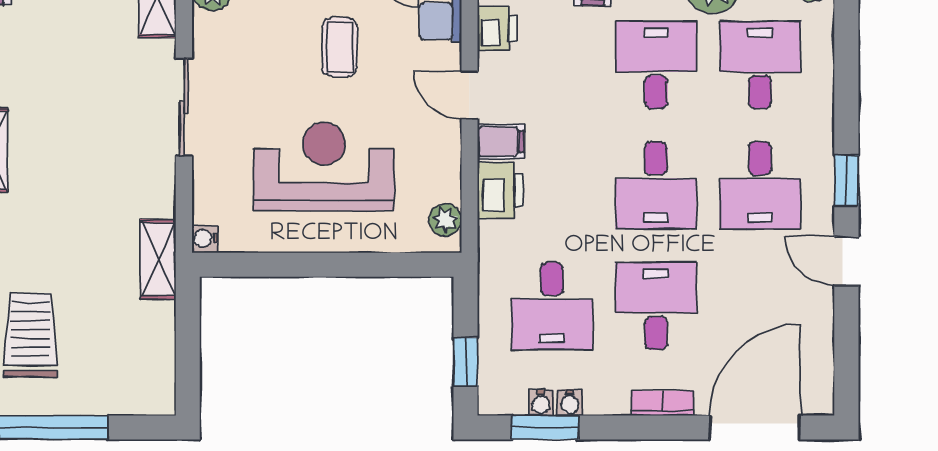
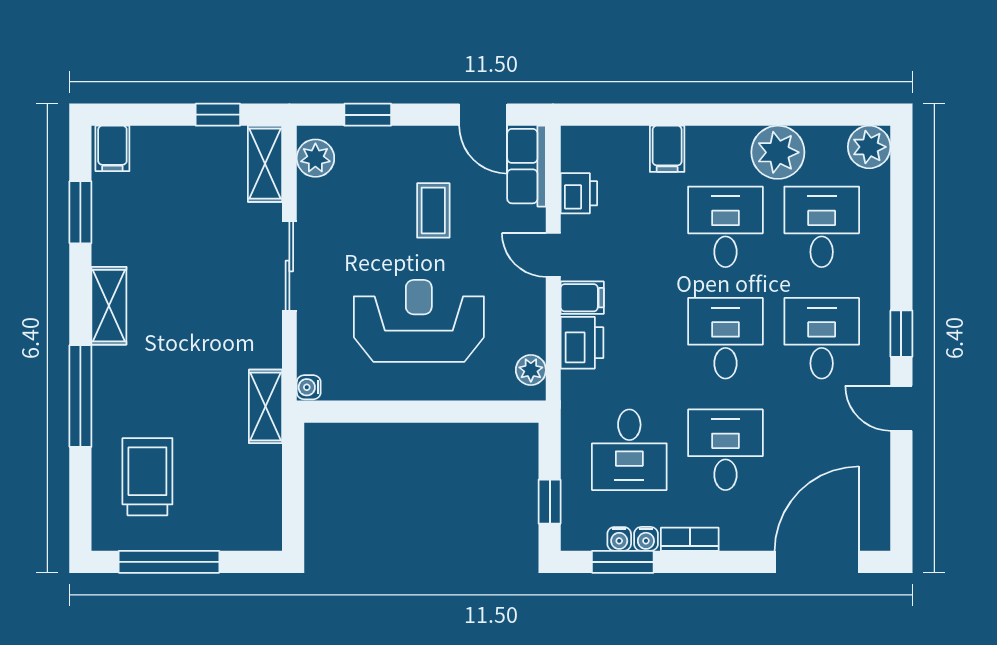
desk: (656, 185) -> (725, 338), turned 180
desk: (760, 185) -> (822, 338), turned 180
bookcase: (663, 403) -> (690, 539), moved

